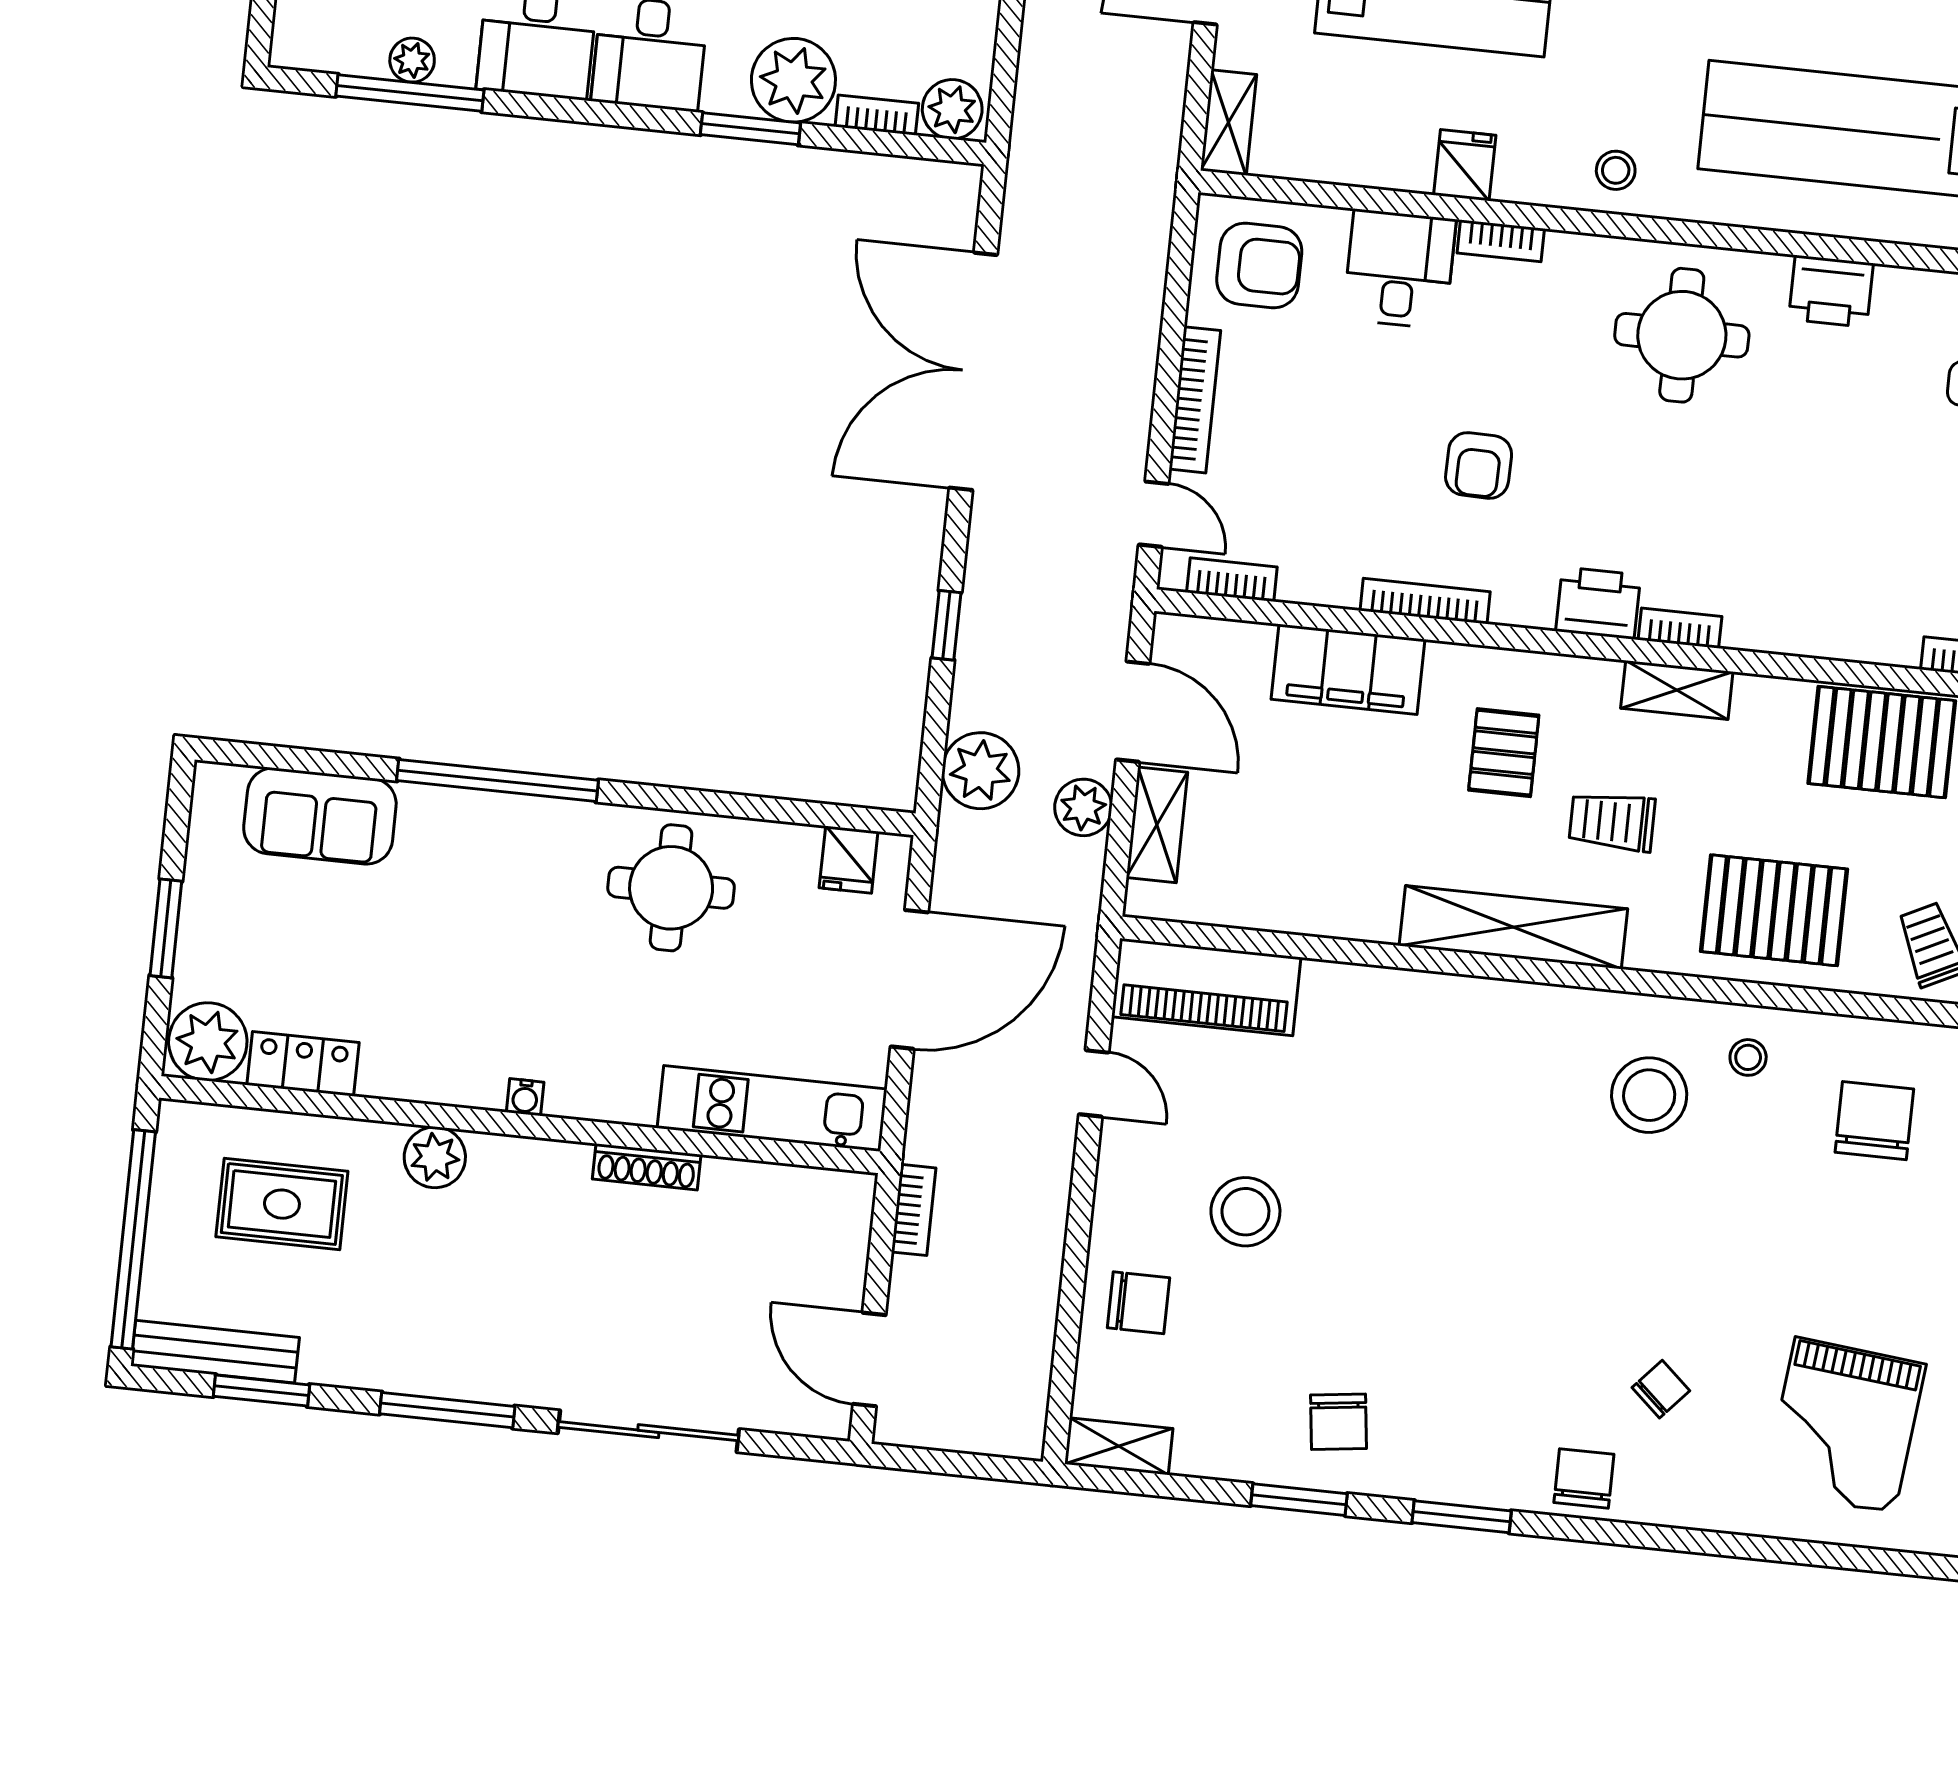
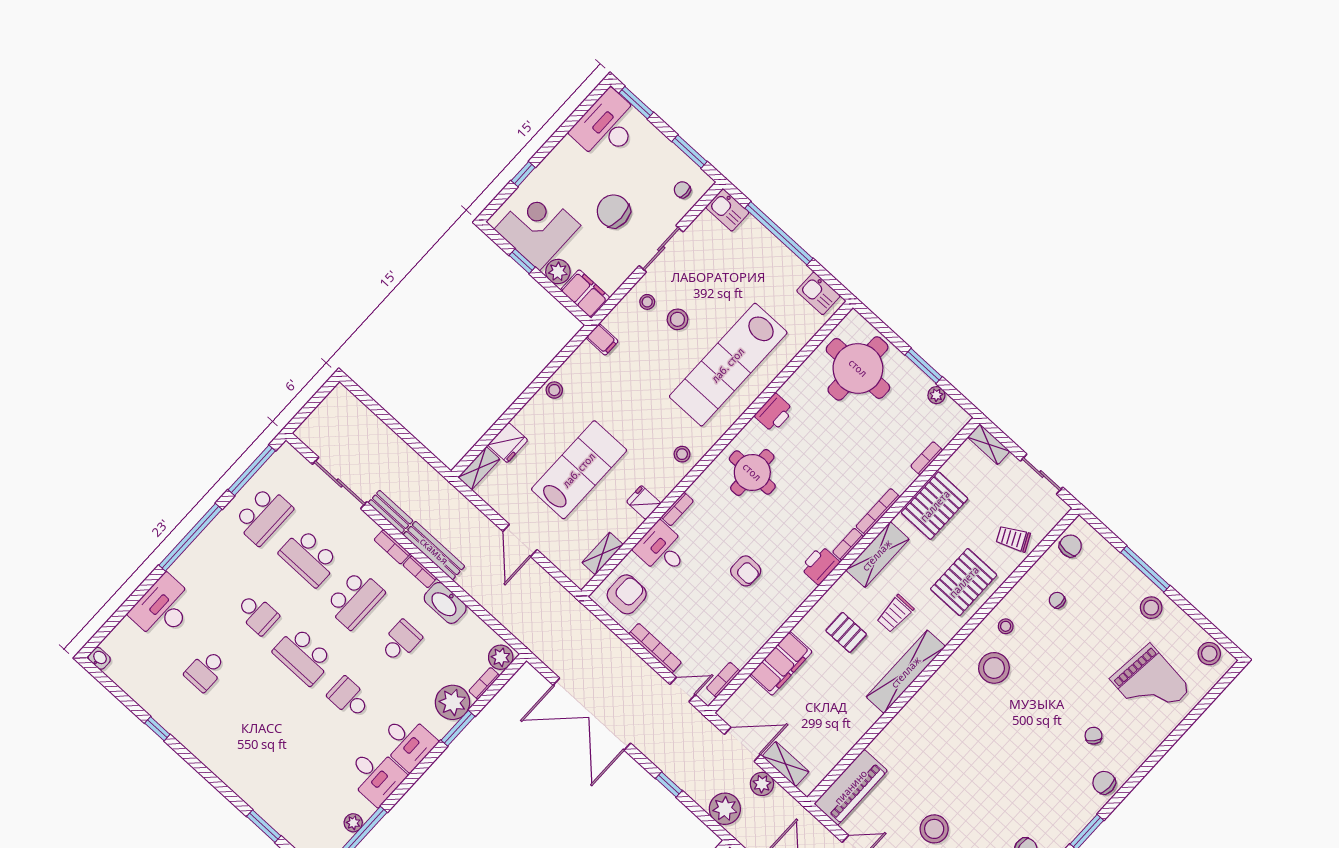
shelving: (1229, 123) -> (603, 554), moved, turned 90
bookcase: (1425, 601) -> (878, 512), moved
shelving: (1677, 690) -> (877, 555), width x1.50, depth x1.33
chair: (1874, 1121) -> (1057, 600), width x0.54, depth x0.54

